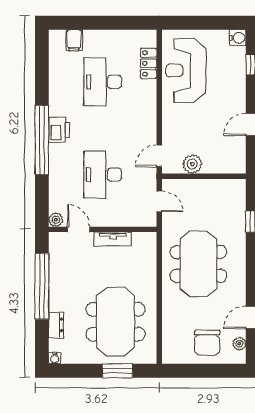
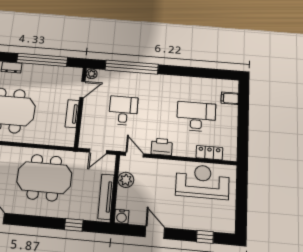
water cooler: (238, 38) -> (122, 217), moved
printer: (59, 130) -> (162, 147), moved, turned 180
window: (42, 140) -> (132, 67), moved
desk: (103, 175) -> (123, 111), width x0.73
tv unit: (215, 186) -> (106, 197), added

